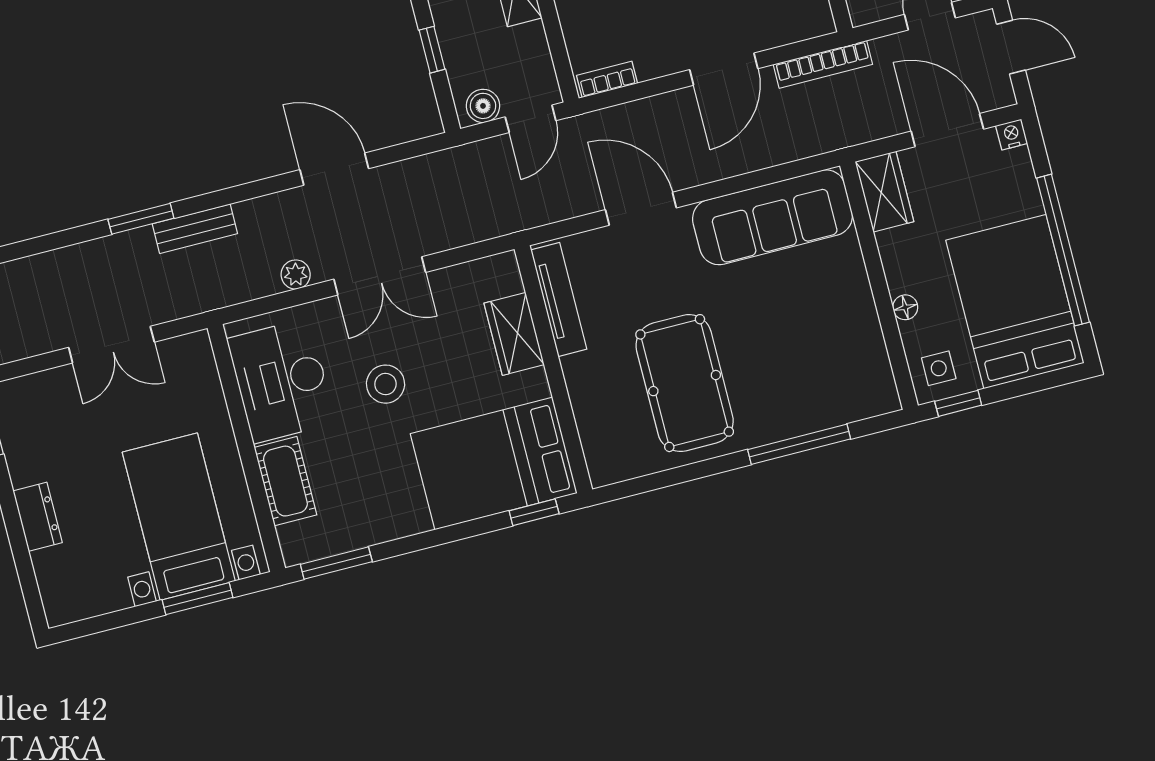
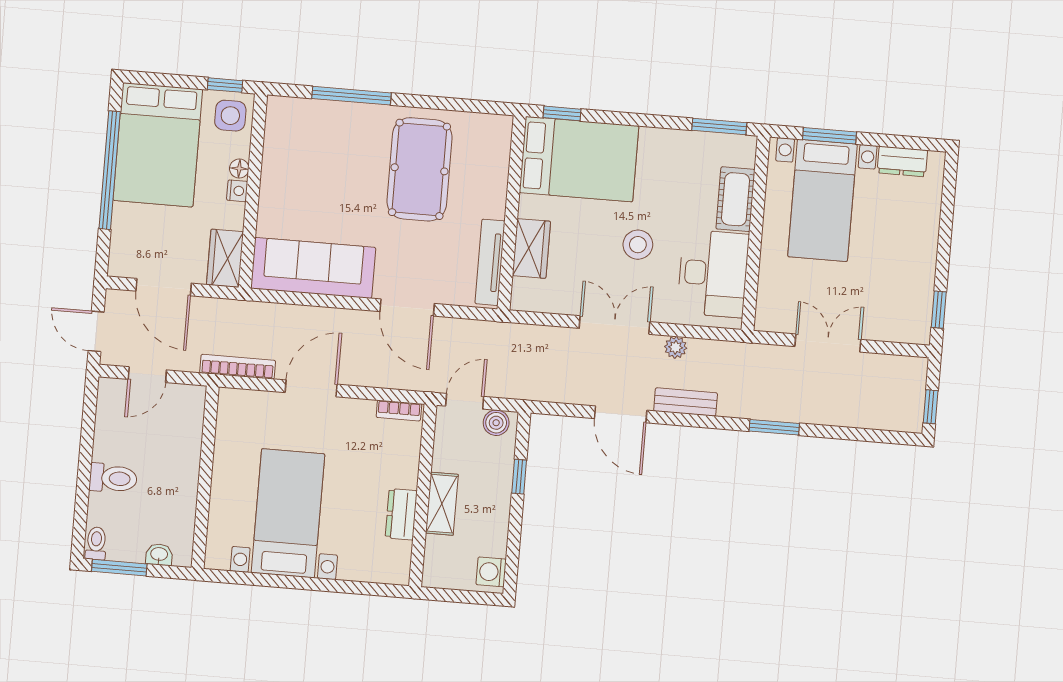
nightstand: (1012, 135) -> (237, 191), moved, turned -90
bench: (195, 229) -> (686, 402), moved
side table: (939, 368) -> (230, 116), width x1.37, depth x1.37
dresser: (38, 517) -> (902, 161), moved, turned -90

